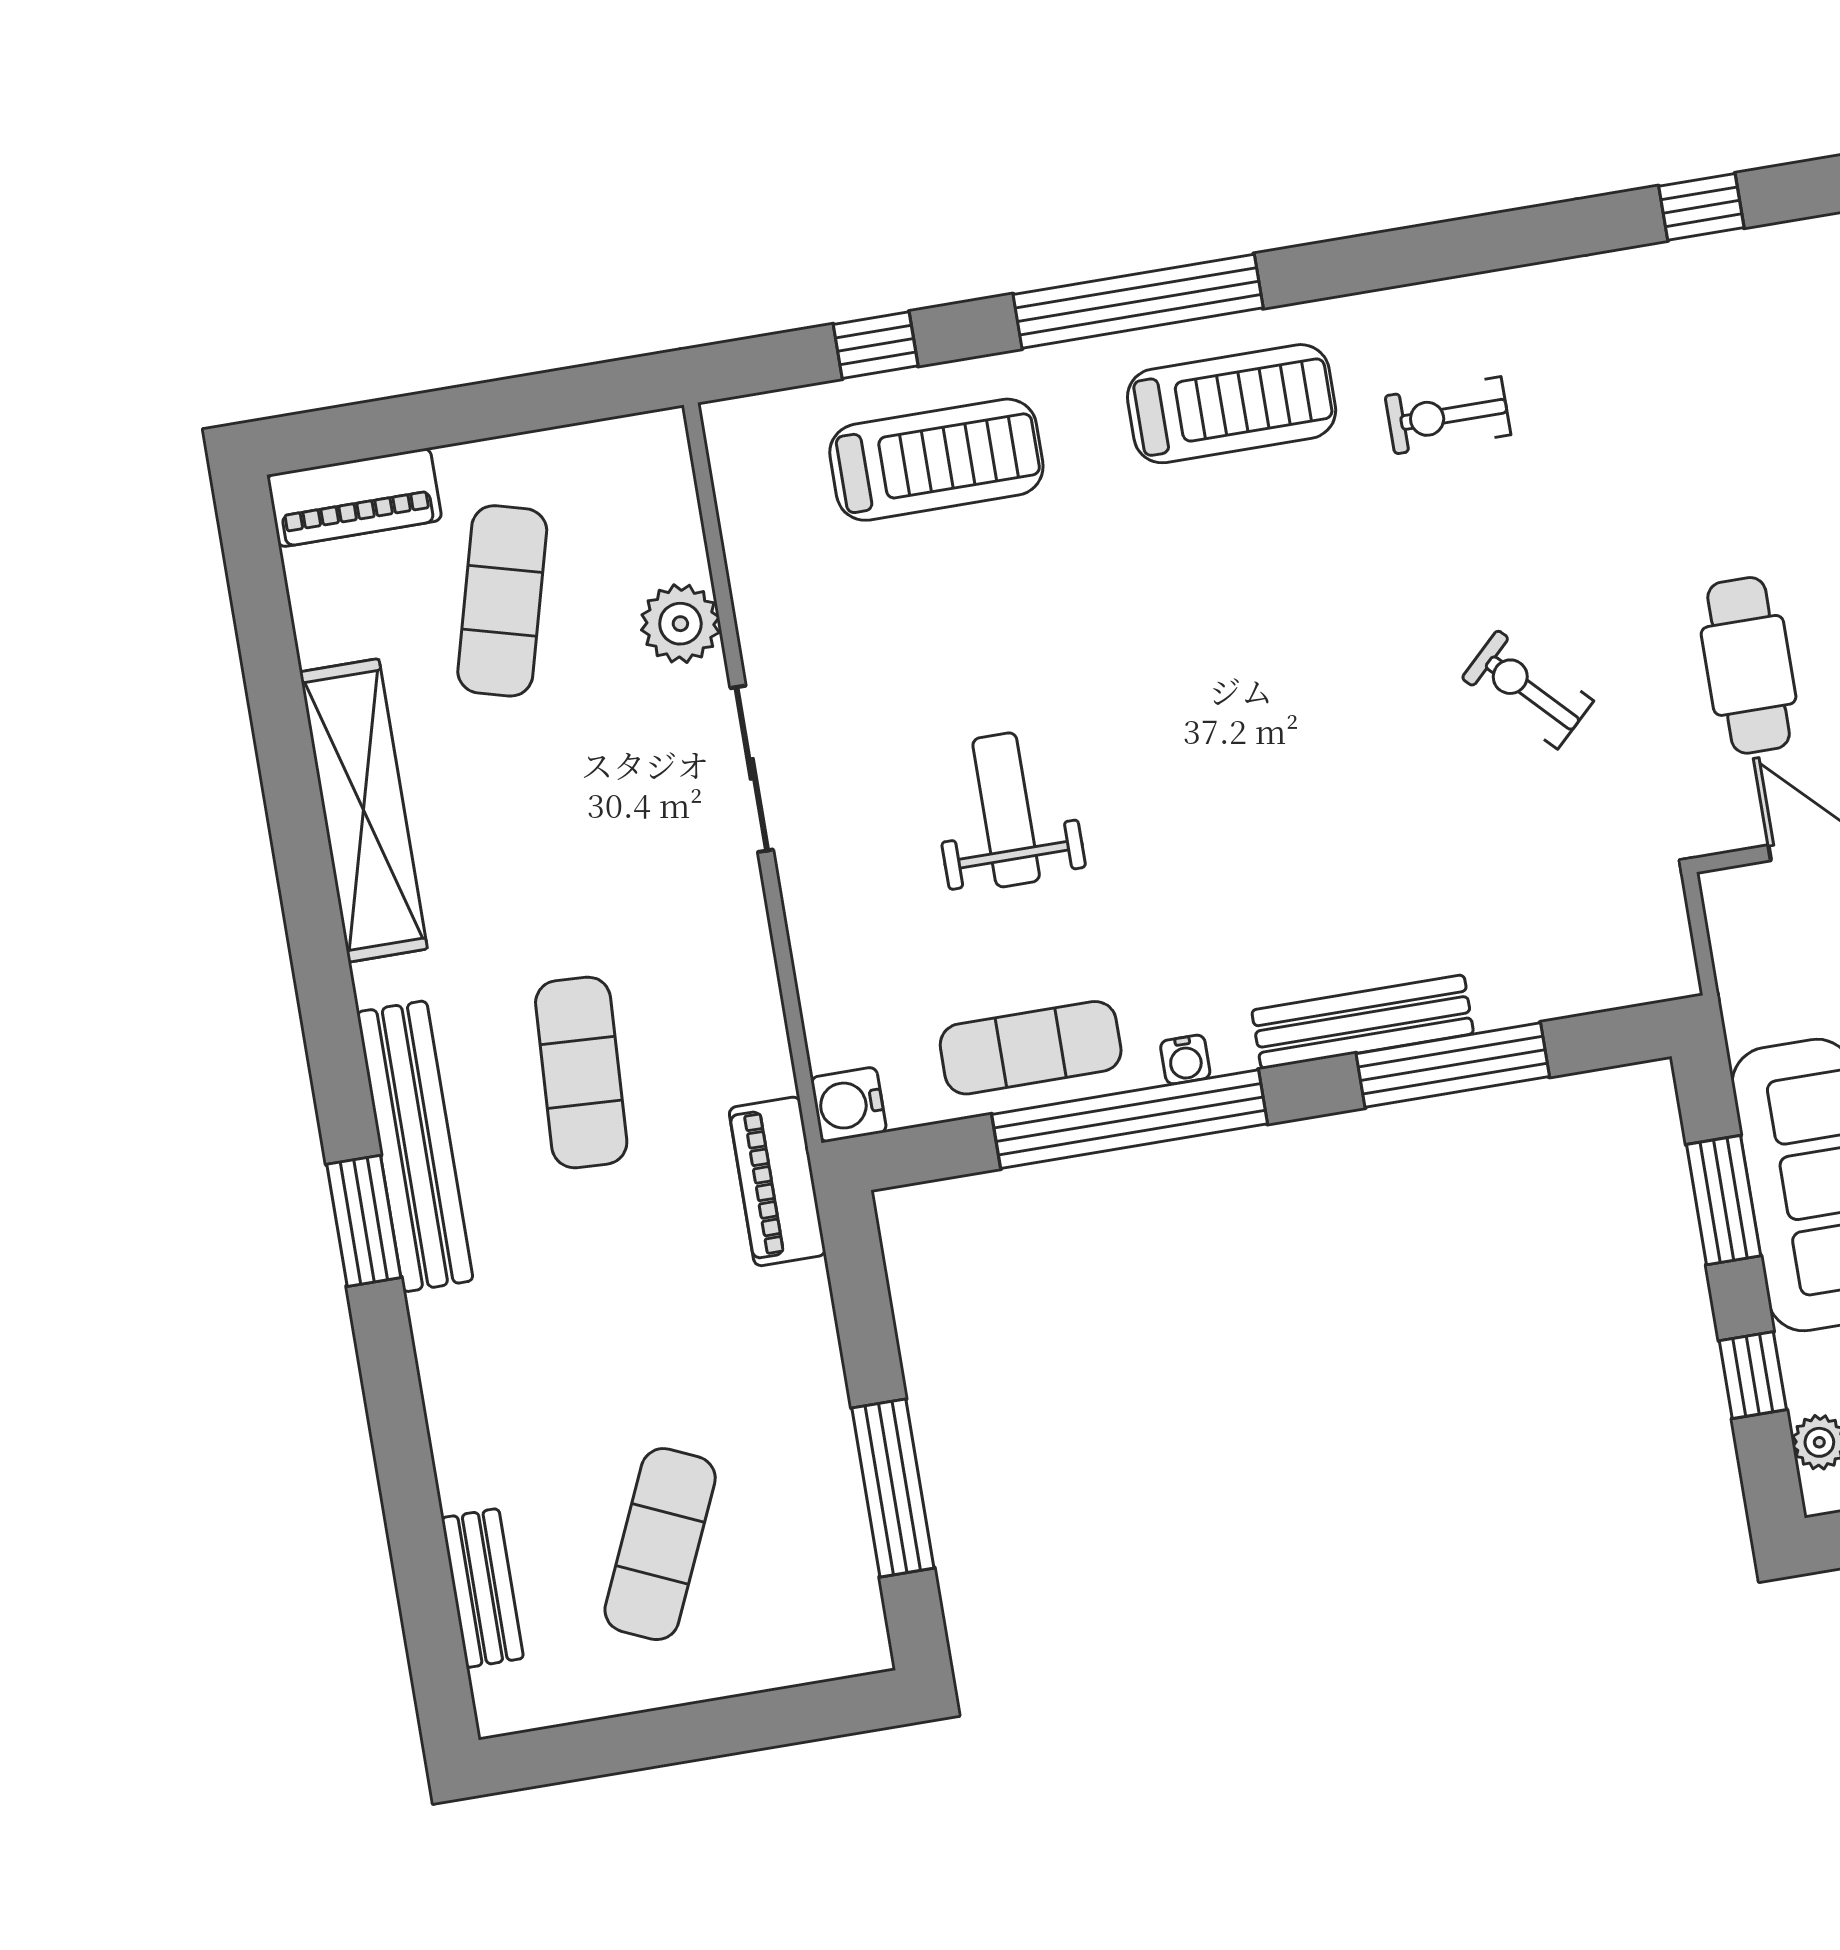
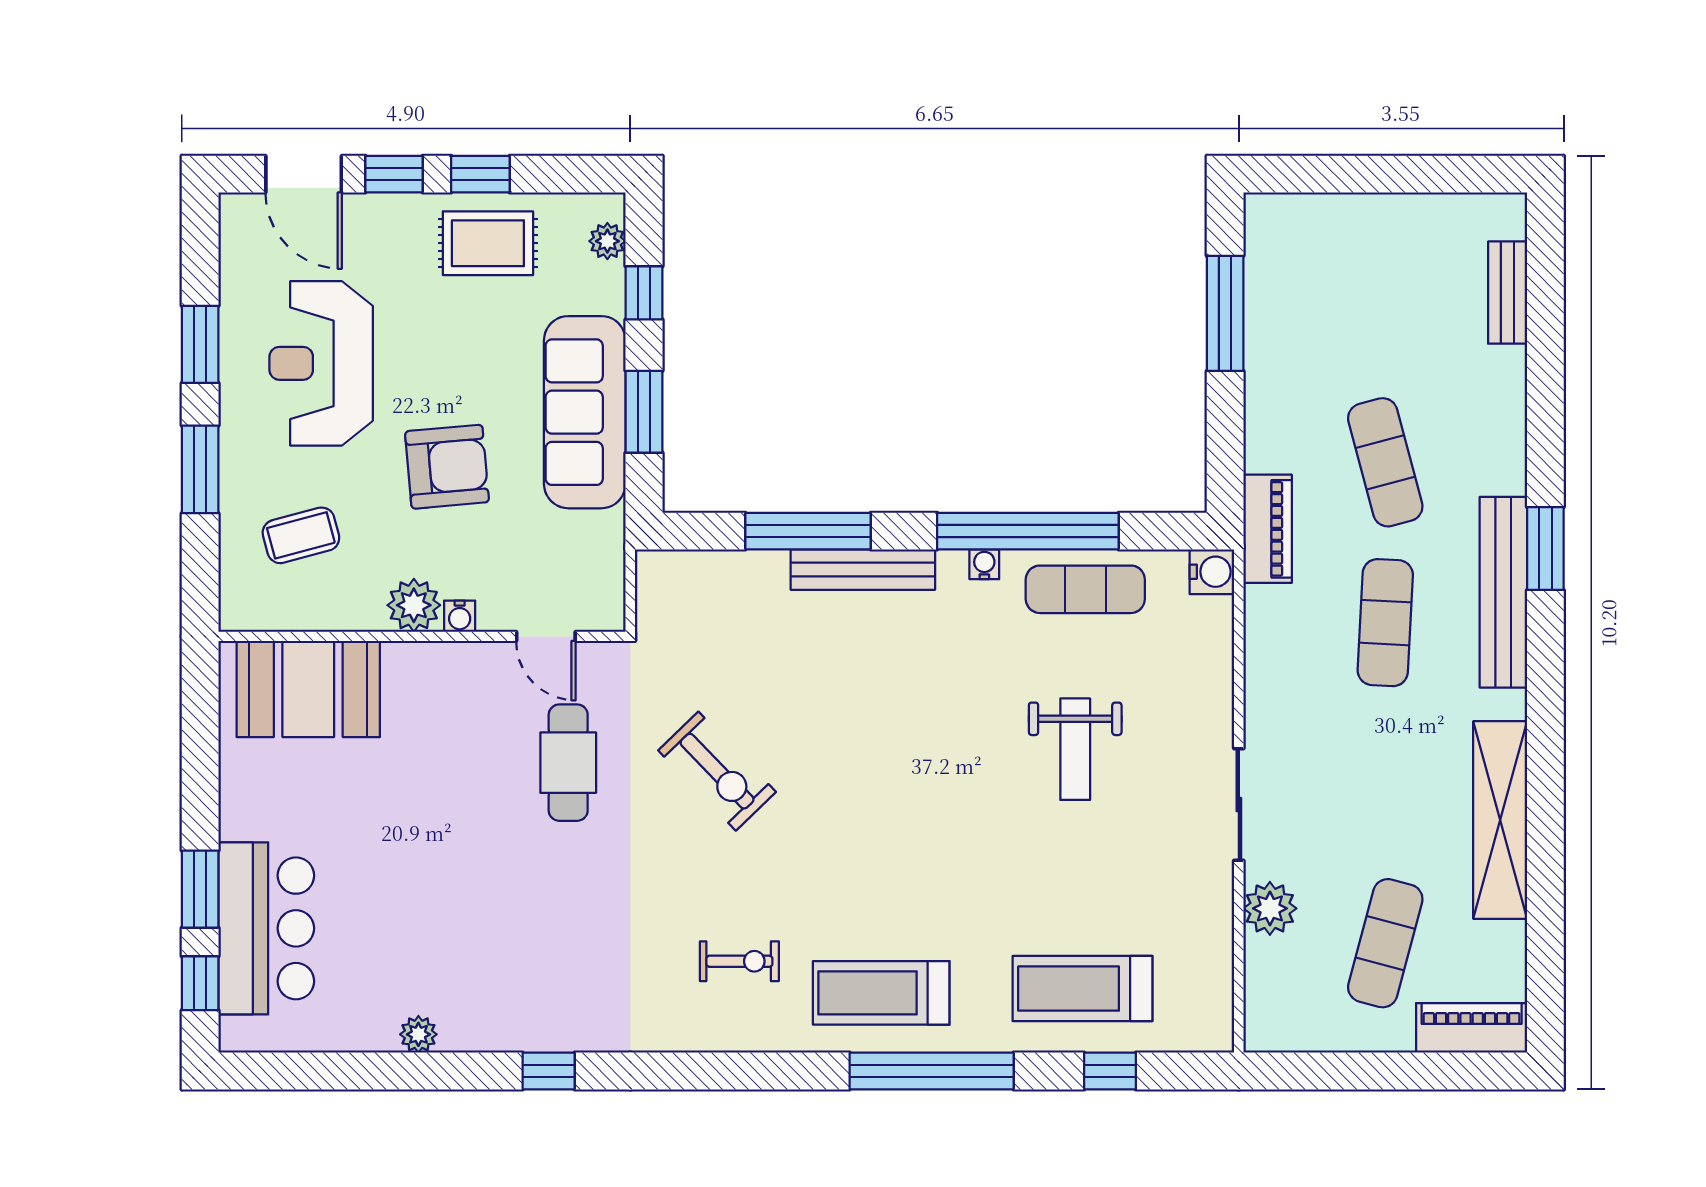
exercise bike: (1528, 689) -> (717, 771), width x1.38, depth x1.39
exercise mat: (660, 1544) -> (1385, 462), moved, turned -39

